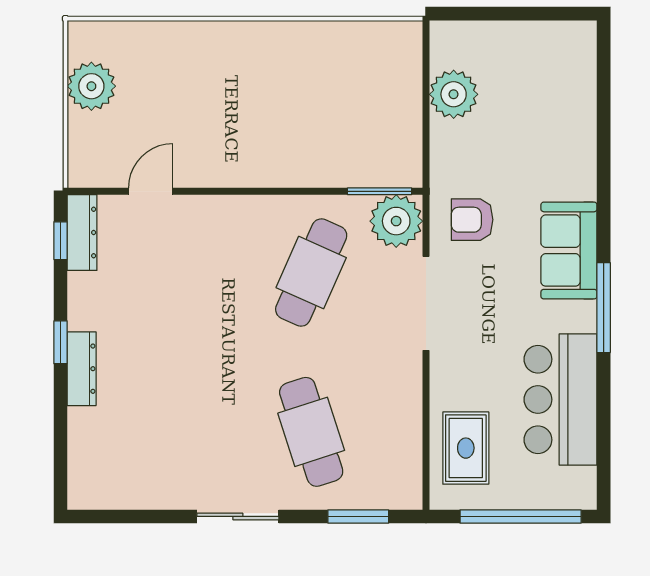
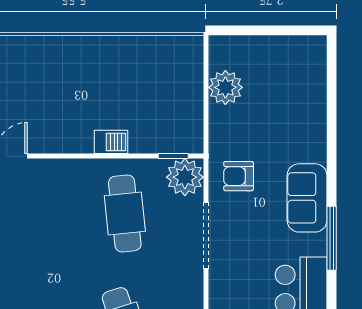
barbecue: (292, 171) -> (111, 142), added
window: (380, 191) -> (173, 156), width x0.67
cafe table: (311, 273) -> (125, 213), turned -30

